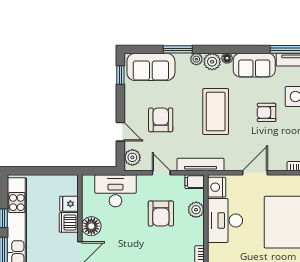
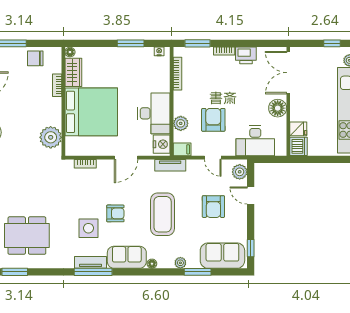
plant: (212, 62) -> (166, 260), removed
tv unit: (201, 165) -> (170, 165), width x0.71
dishwasher: (69, 222) -> (299, 146), moved

